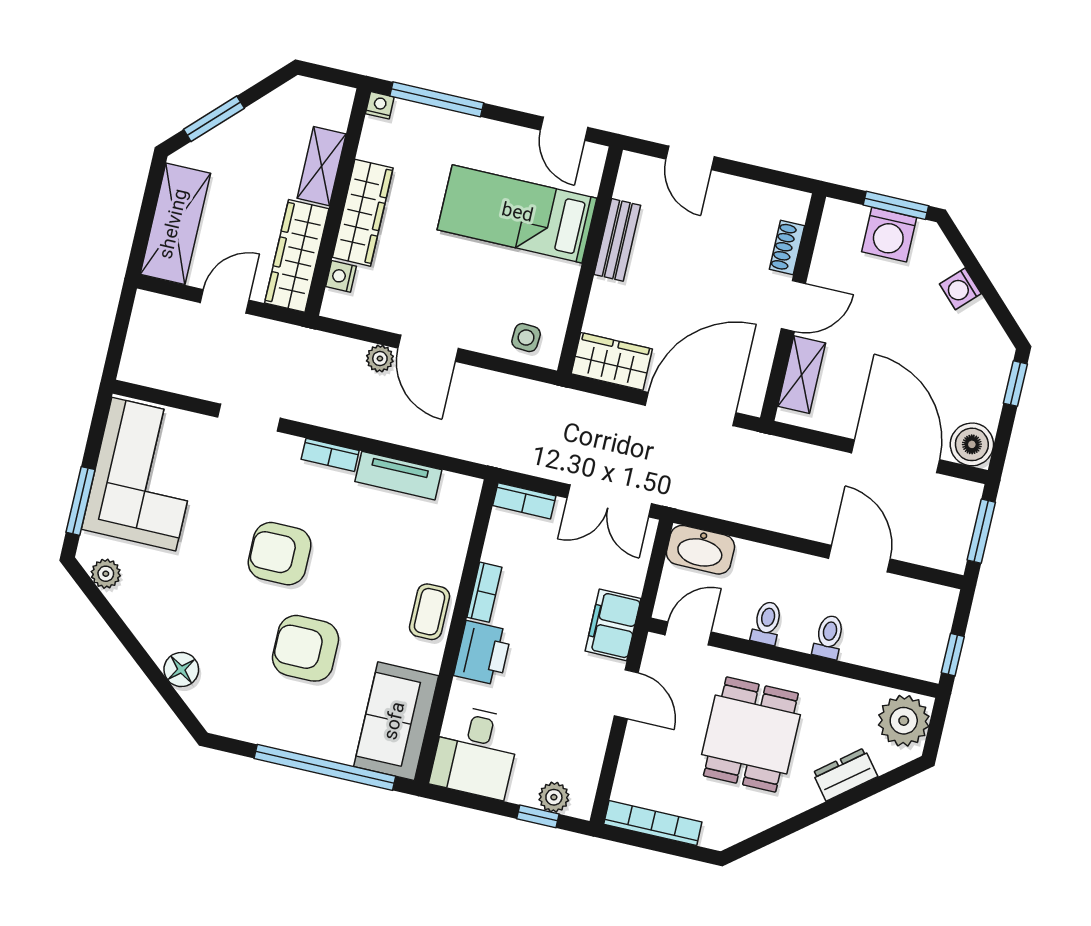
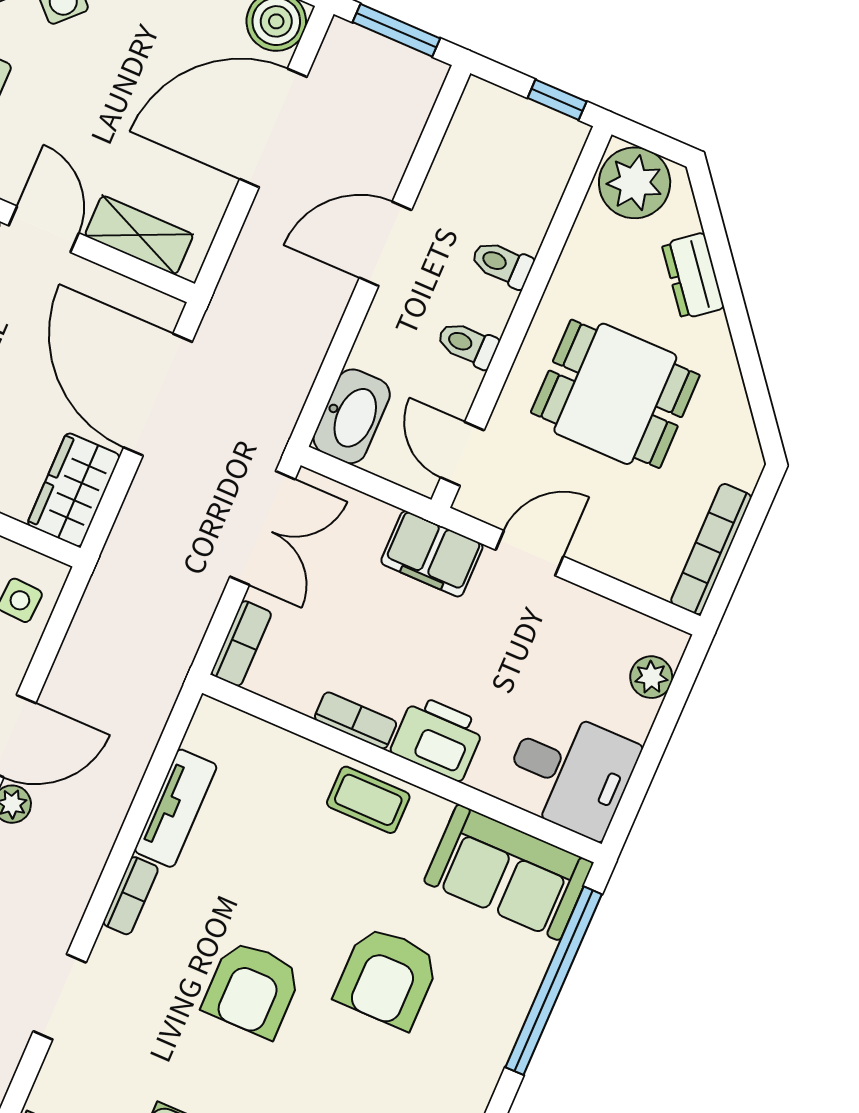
door: (859, 559) -> (385, 244), moved
window: (538, 816) -> (673, 704), removed

